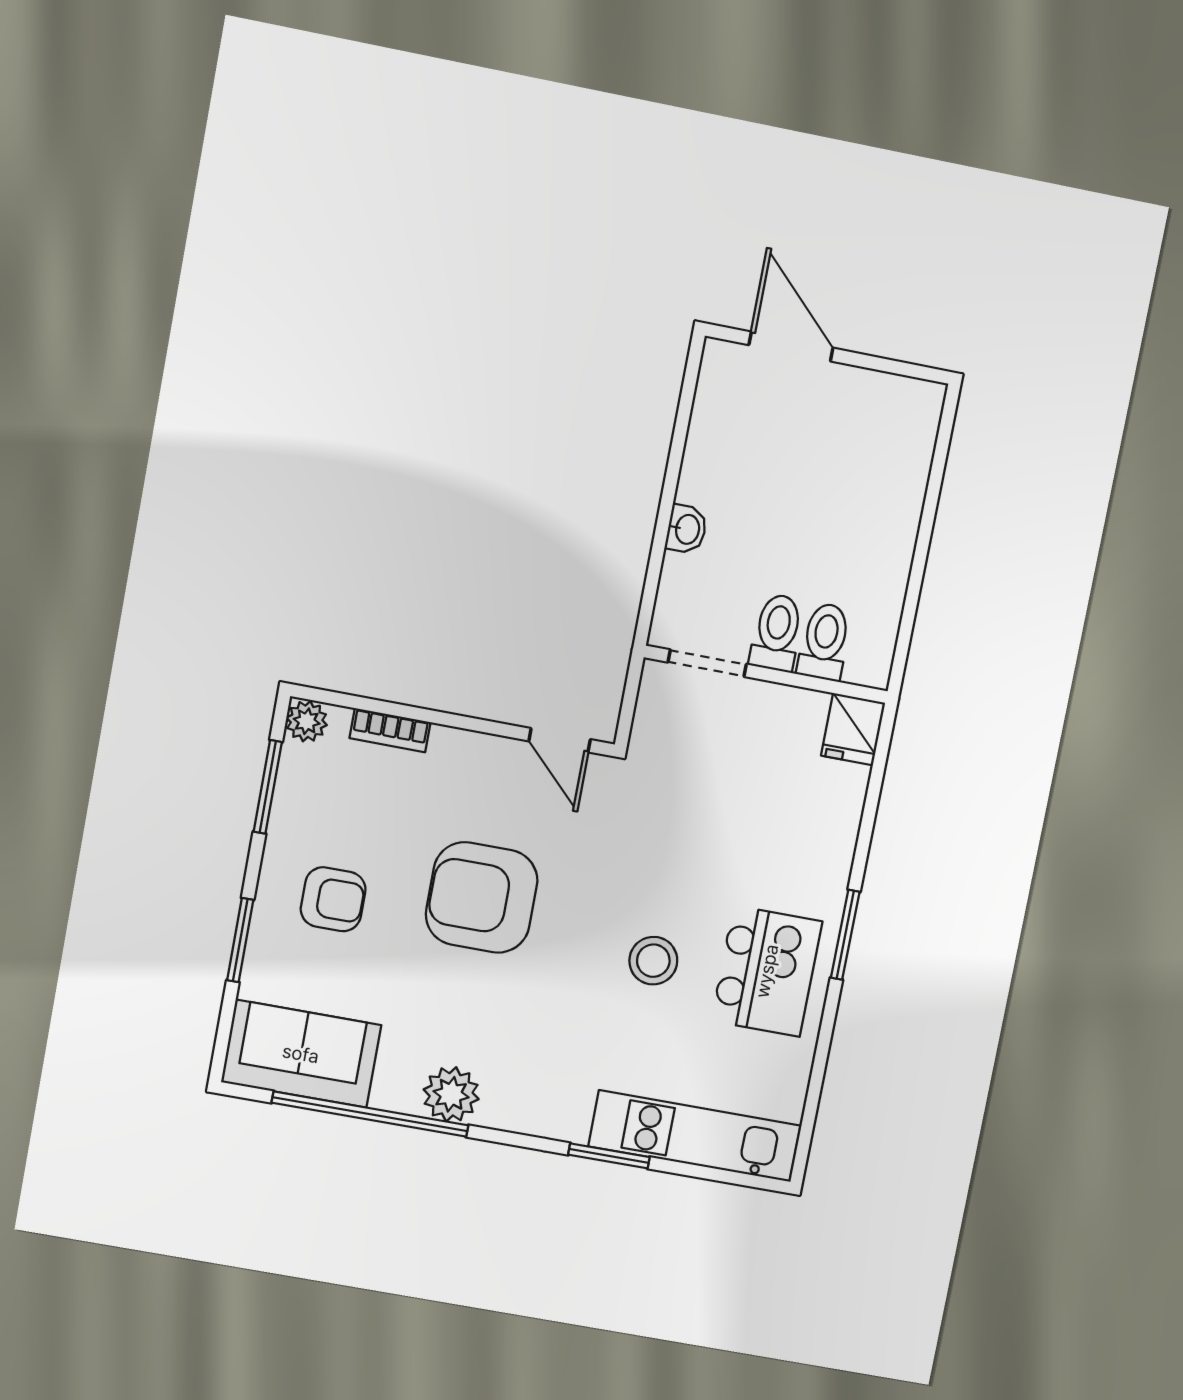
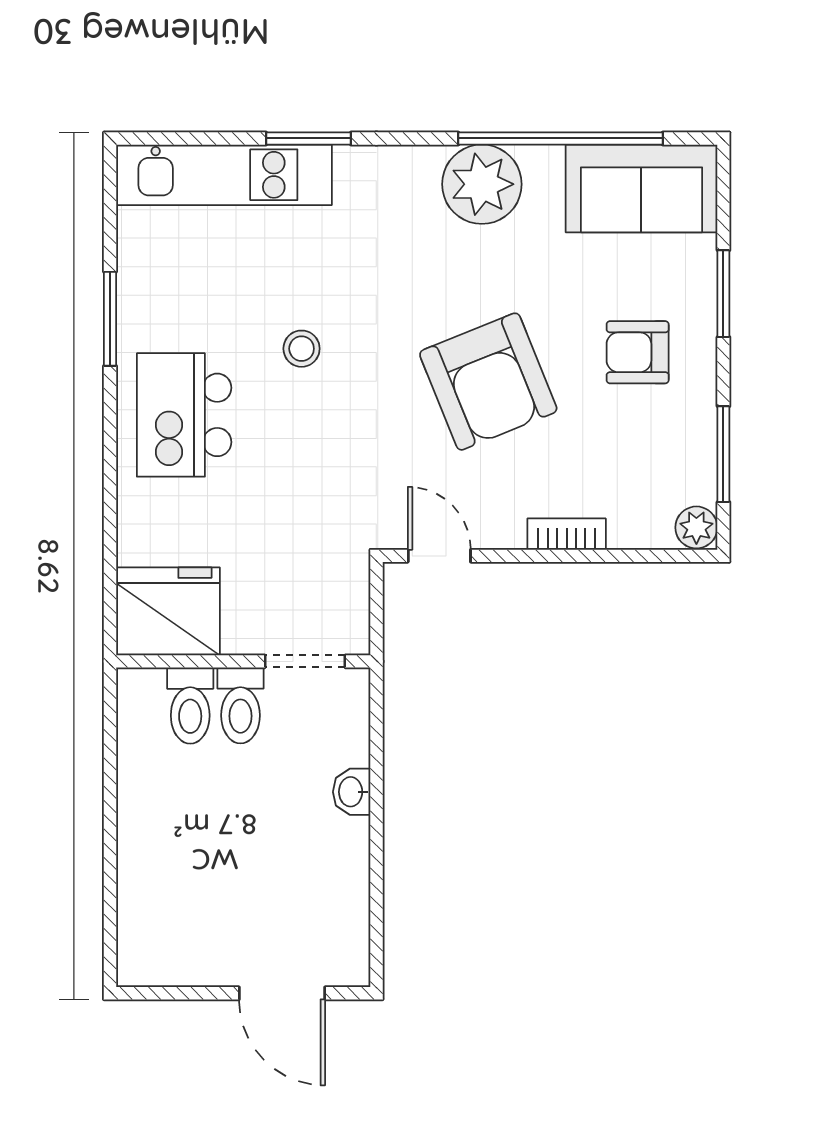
fridge: (853, 729) -> (168, 611), width x1.88, depth x1.34
bookcase: (390, 730) -> (567, 534), moved
armchair: (482, 897) -> (488, 382), turned 68
window: (845, 935) -> (110, 319), moved
stool: (653, 961) -> (302, 349), width x0.73, depth x0.73
kitchen island: (767, 971) -> (184, 415), moved
plant: (451, 1094) -> (482, 184), width x1.36, depth x1.36

